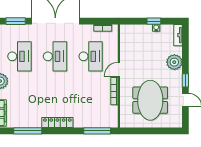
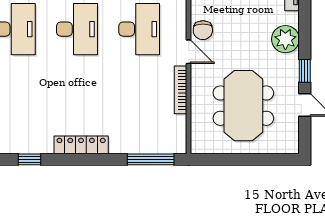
chair: (127, 57) -> (203, 30), added
door: (119, 69) -> (189, 52), swing flipped
window: (28, 131) -> (29, 159), width x0.46

